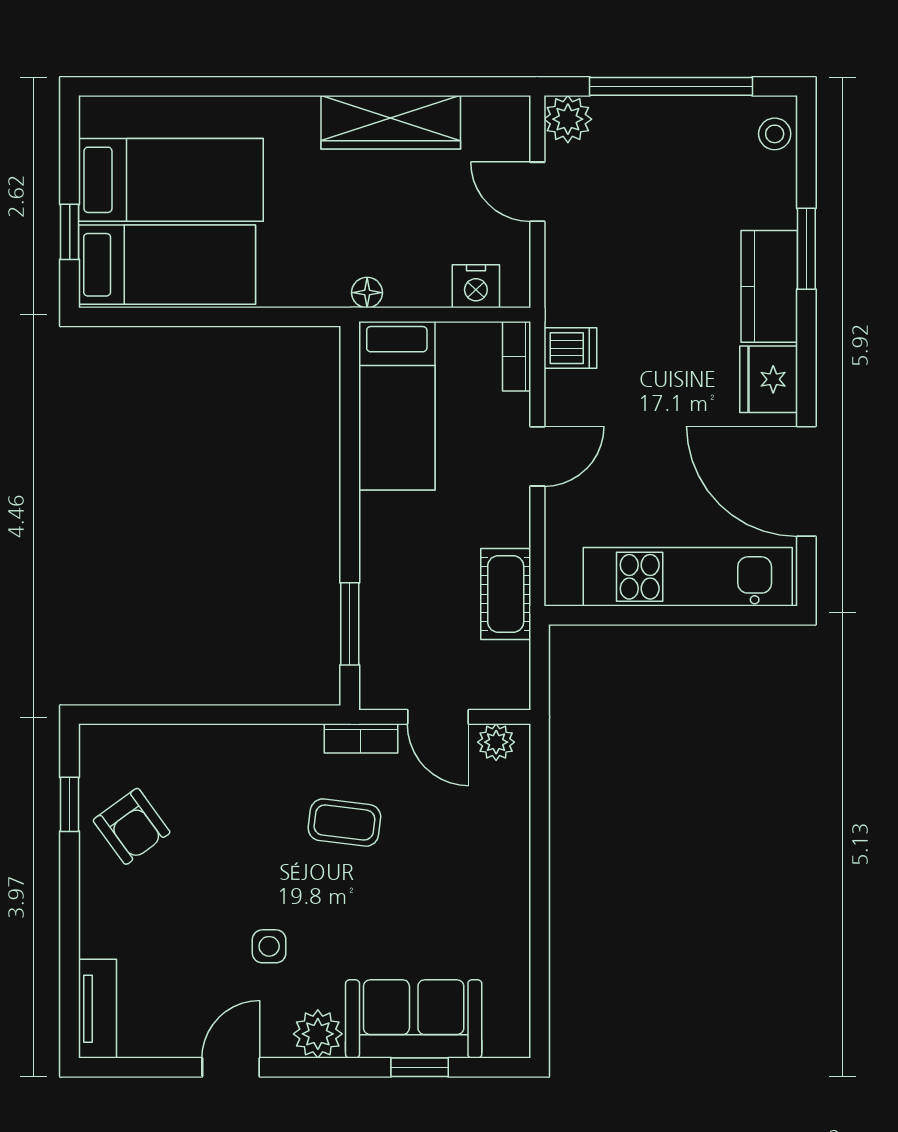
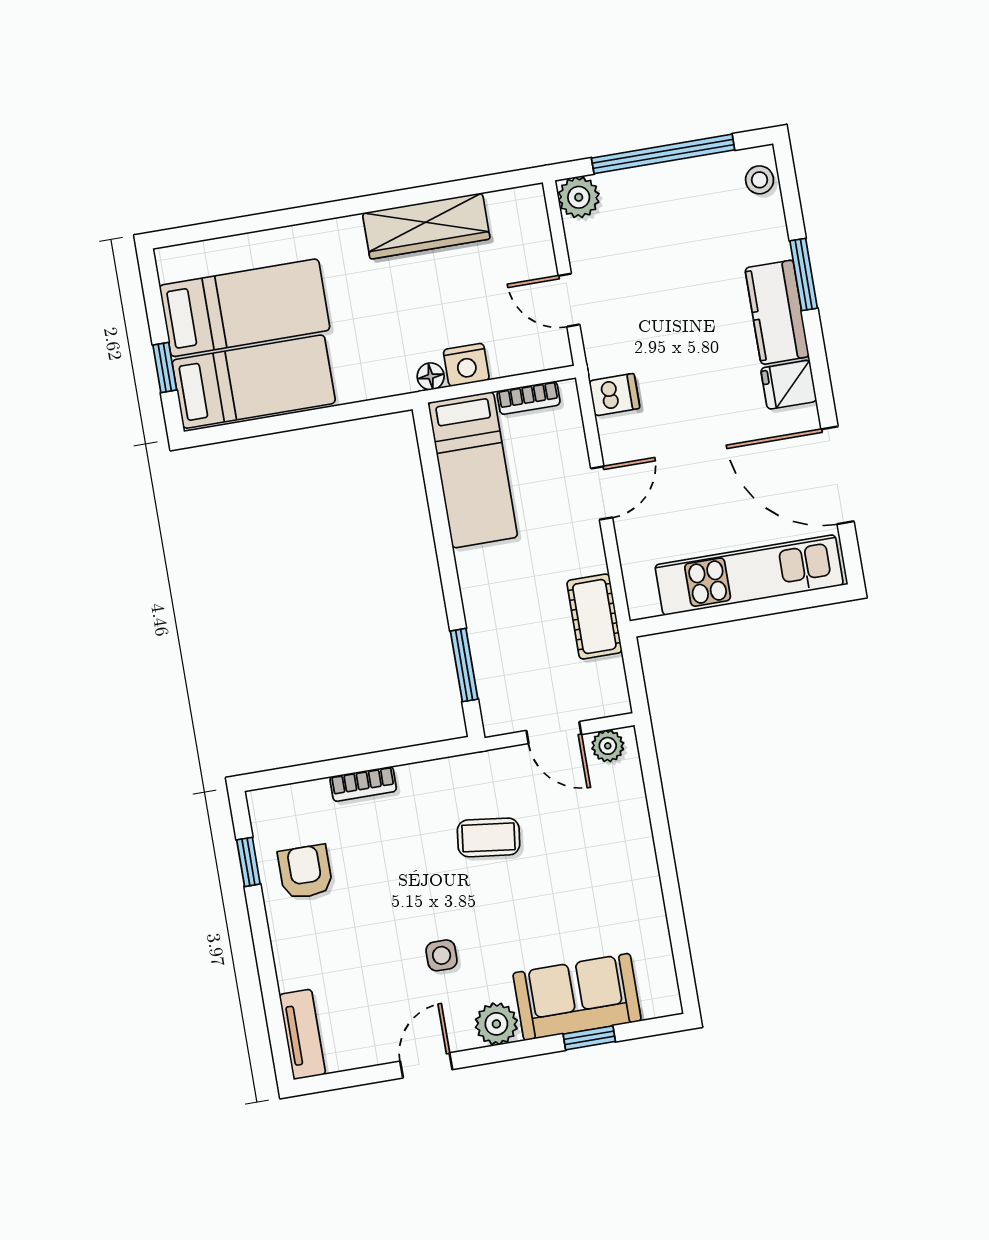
door: (537, 192) -> (569, 300), moved
nightstand: (476, 286) -> (466, 365), moved
bookcase: (517, 356) -> (529, 398), moved, turned -90
fridge: (769, 379) -> (789, 385), width x0.72
bookcase: (361, 738) -> (363, 784), moved
armchair: (132, 826) -> (305, 872), turned -144

